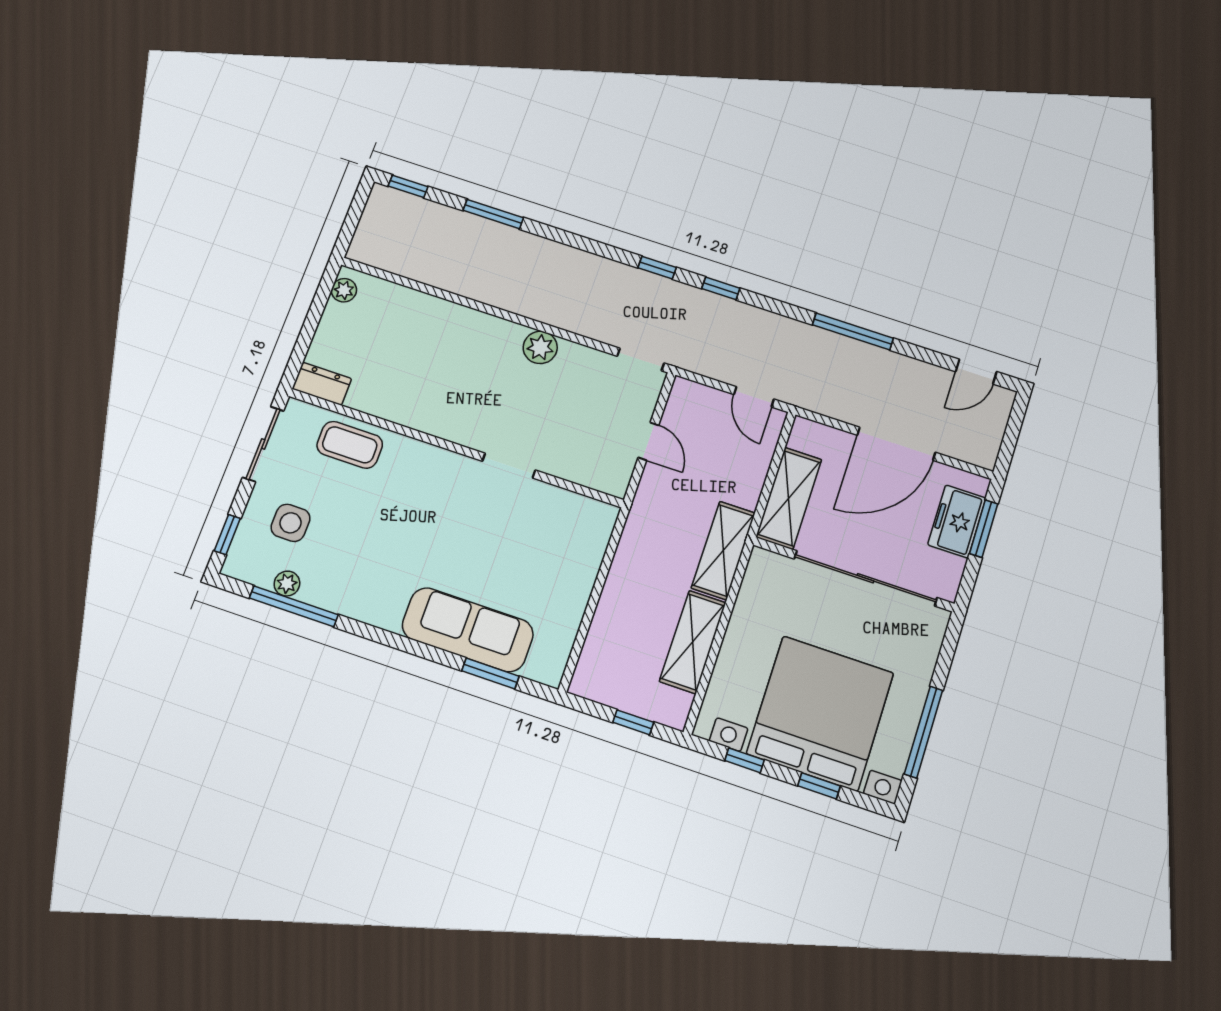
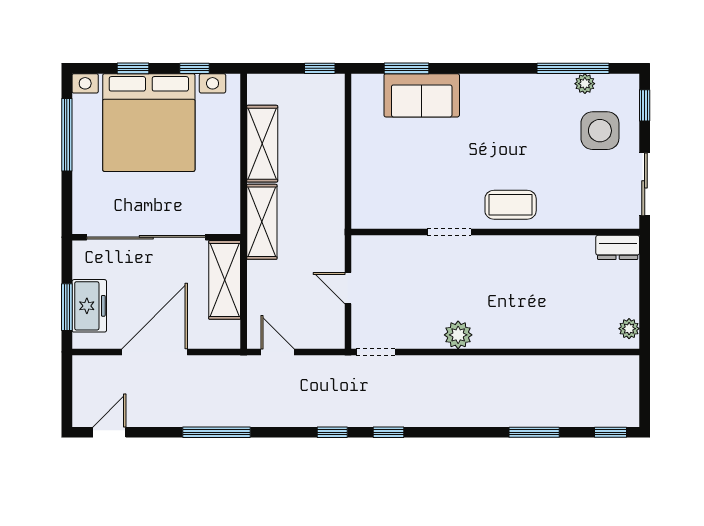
coffee table: (350, 445) -> (511, 205), moved
side table: (291, 523) -> (600, 131), width x1.37, depth x1.37
sofa: (468, 630) -> (422, 95), width x0.73
window: (633, 722) -> (320, 68), moved

